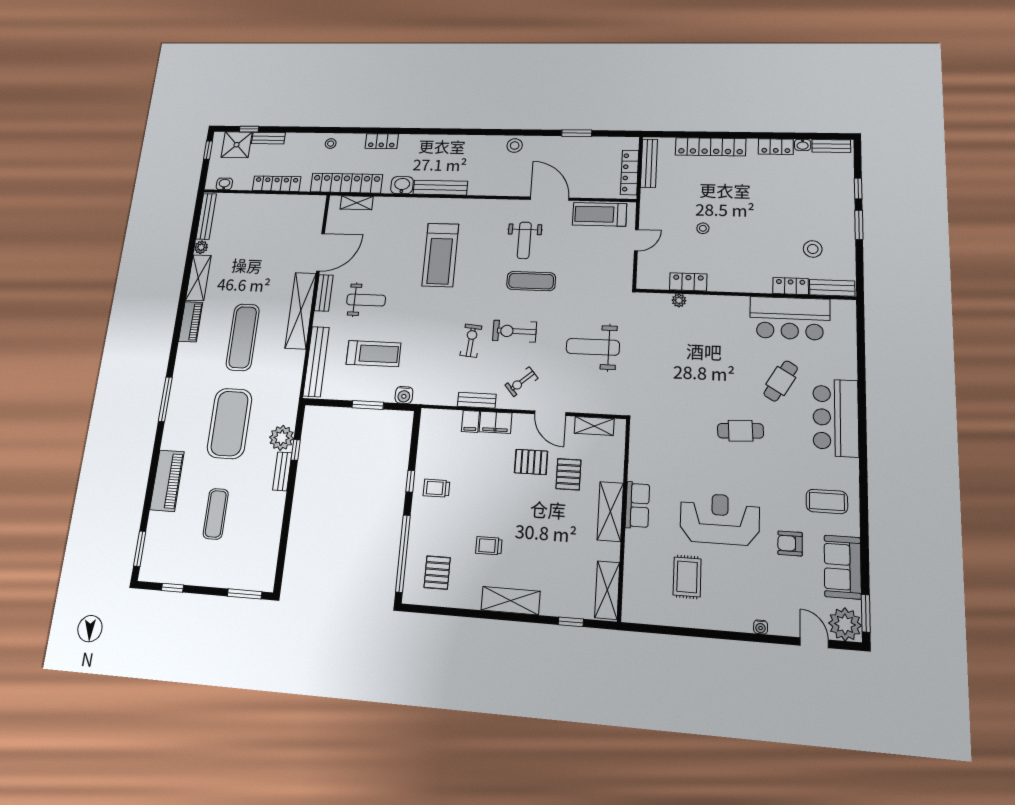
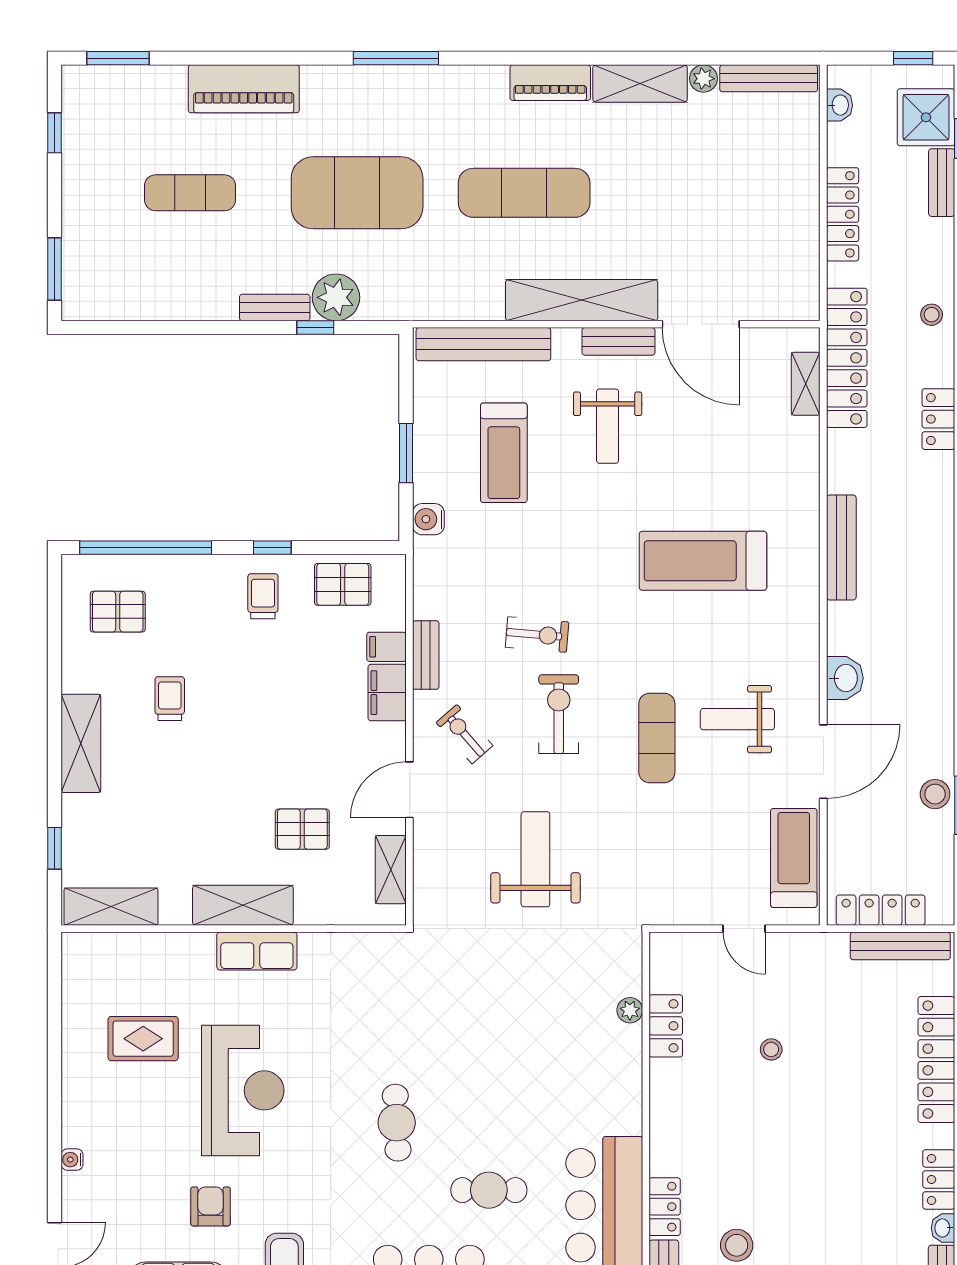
stool: (515, 146) -> (935, 794), moved
washbasin: (402, 185) -> (845, 678), moved
cafe table: (781, 381) -> (489, 1190), turned -31
pallet: (531, 462) -> (343, 584), moved, turned 90

